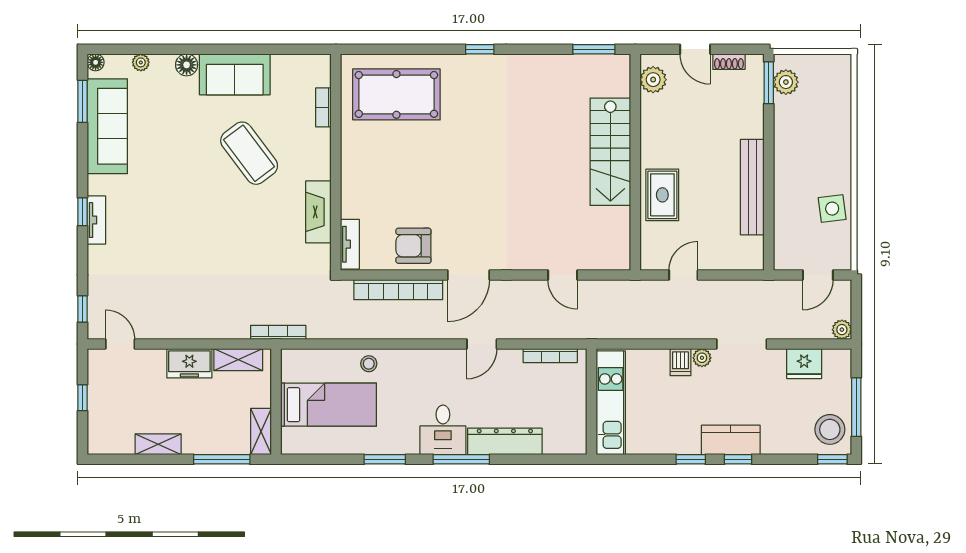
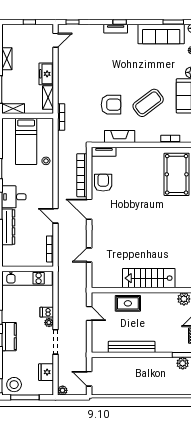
side table: (832, 209) -> (121, 386), removed
armchair: (253, 230) -> (111, 105), added

